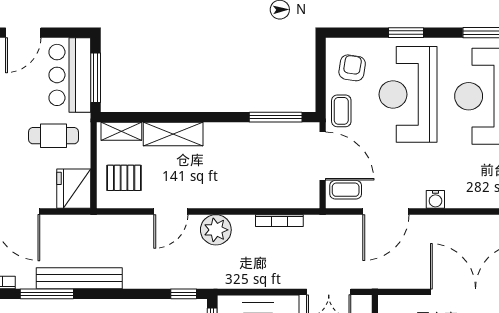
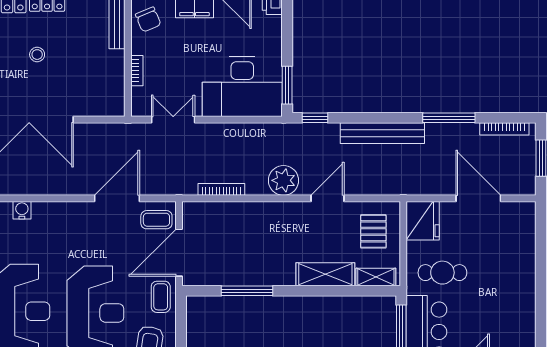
window: (276, 117) -> (247, 291), moved
door: (323, 156) -> (179, 253), hinge flipped
pallet: (124, 178) -> (373, 231), turned 90
water cooler: (435, 199) -> (22, 210), moved
bench: (79, 278) -> (382, 133), moved

